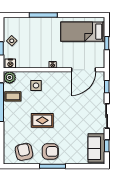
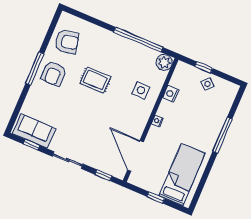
nightstand: (10, 64) -> (171, 94), moved
coffee table: (13, 96) -> (140, 57), removed
rug: (42, 120) -> (95, 80), turned 90

